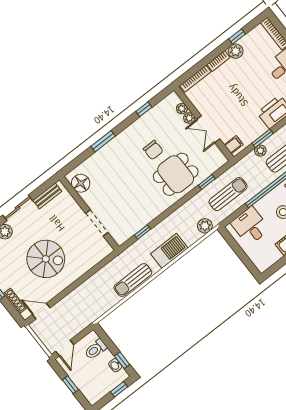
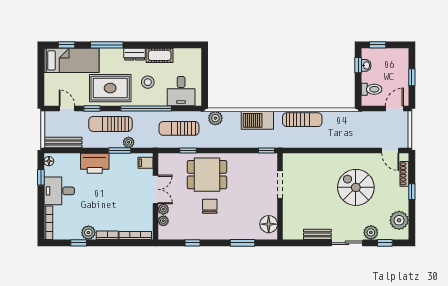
floor lamp: (81, 183) -> (269, 224), moved
wall: (89, 213) -> (280, 196), moved
doorway: (97, 223) -> (280, 185), moved

